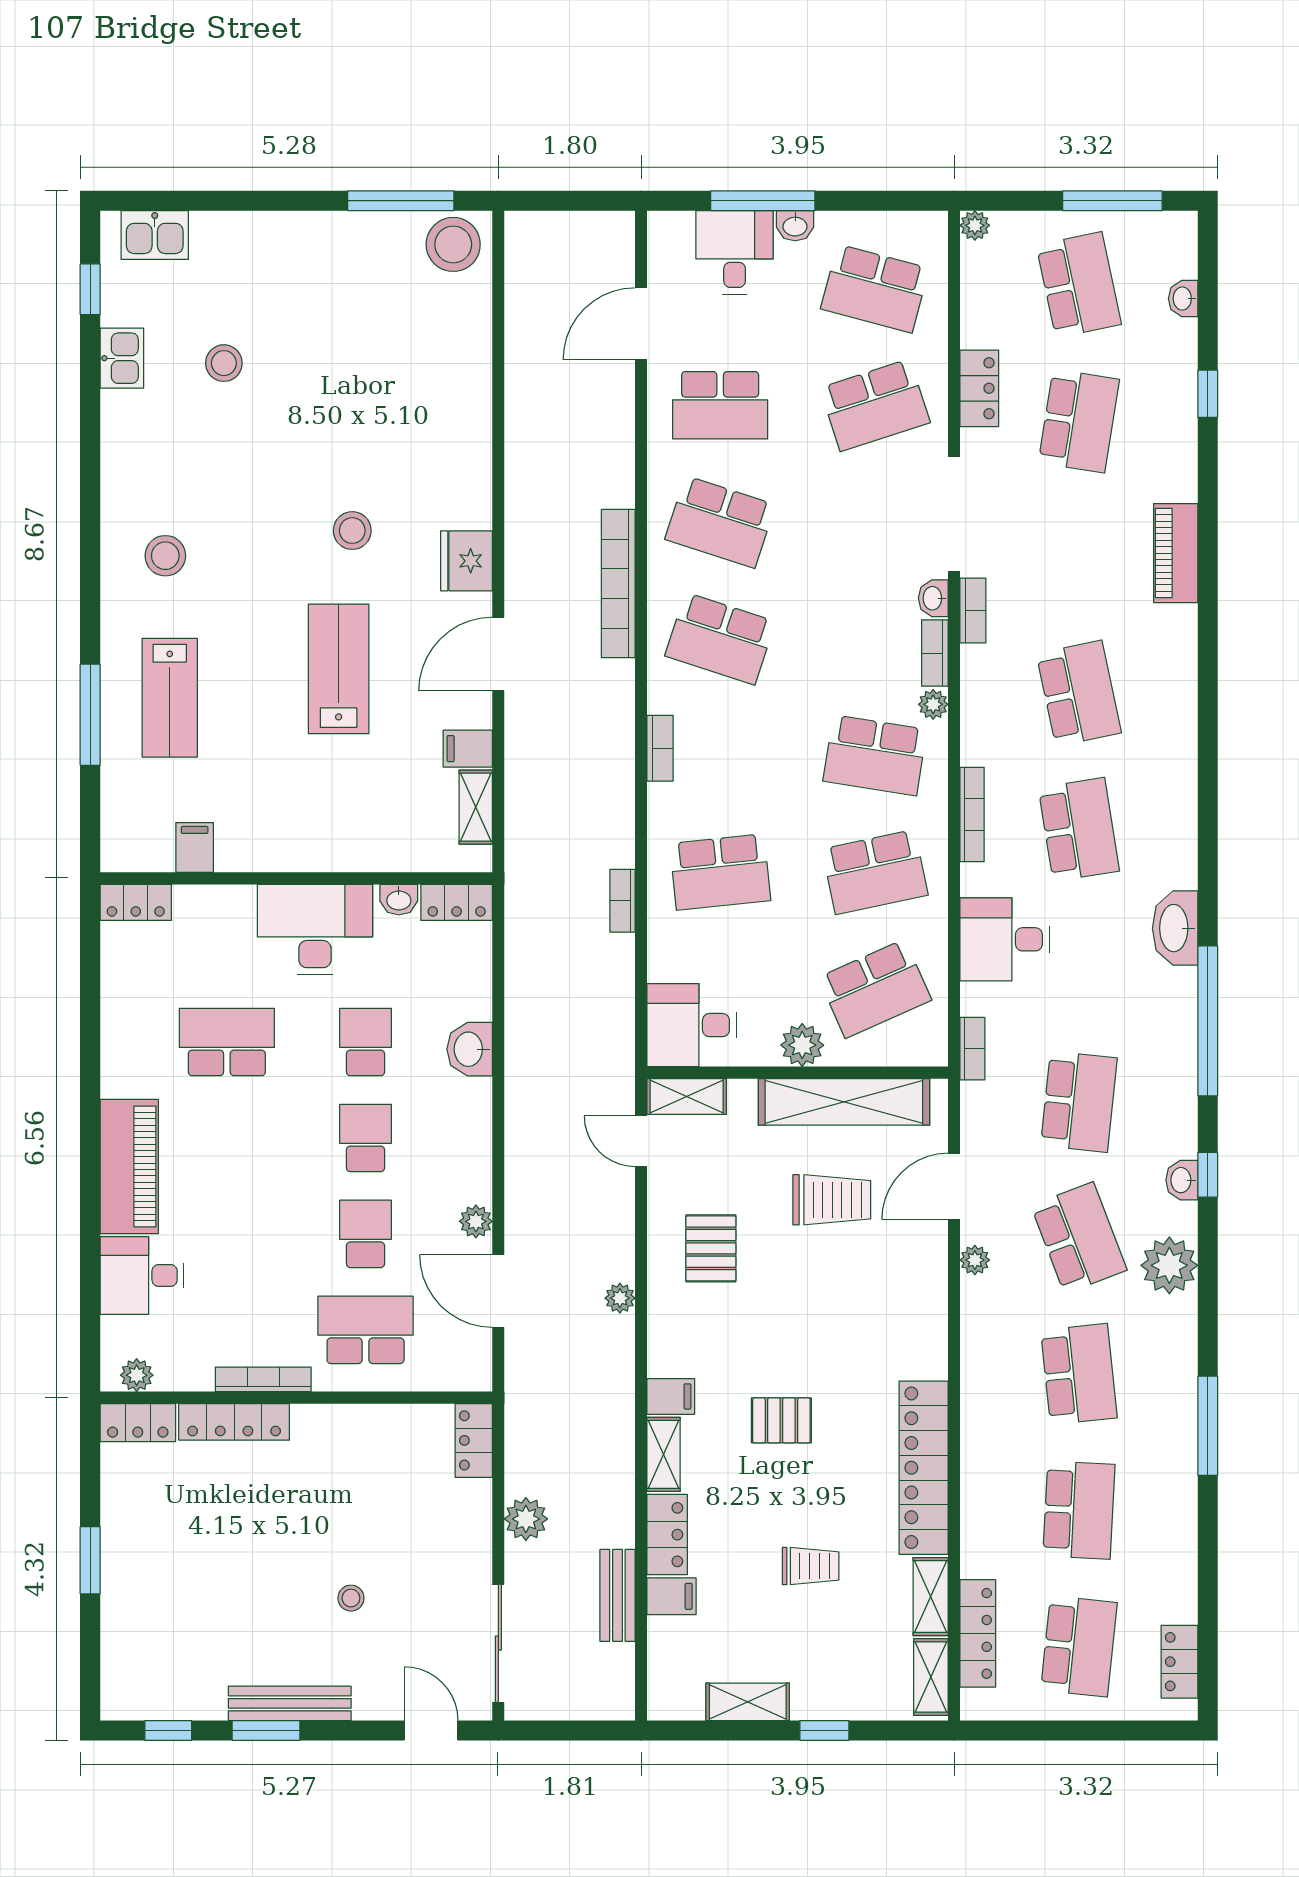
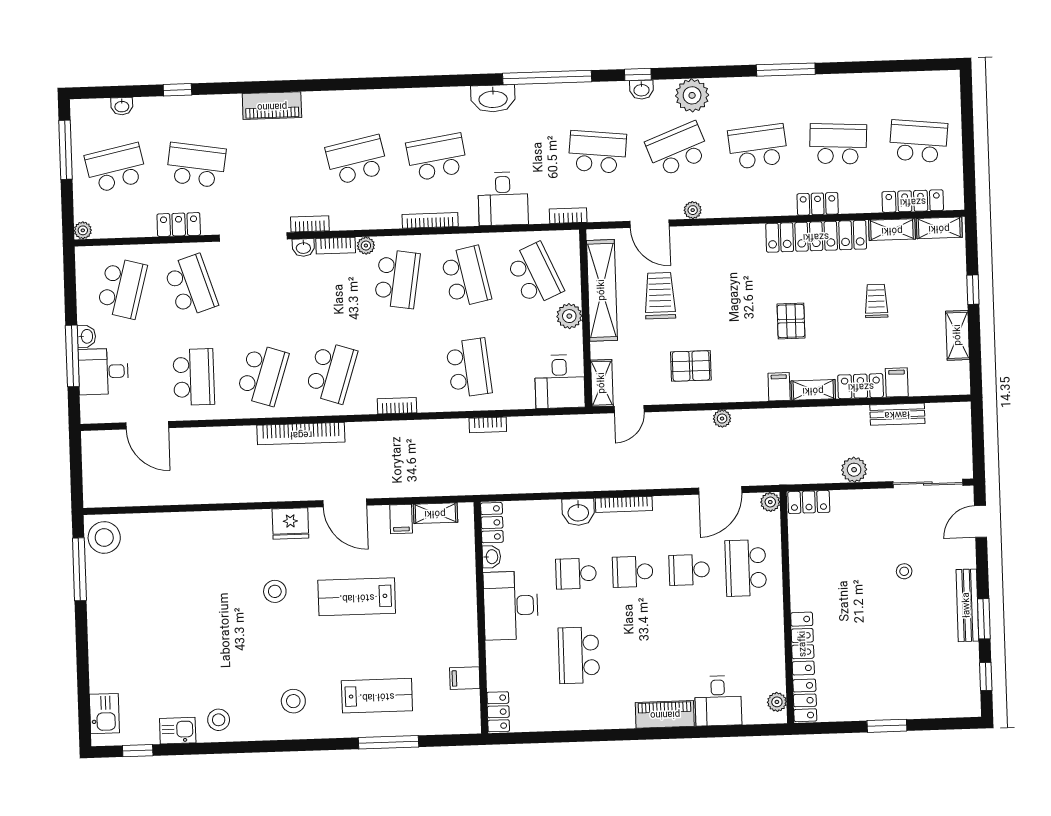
stool: (224, 363) -> (219, 720), moved
piano: (129, 1166) -> (665, 714), width x0.73, depth x0.75
plant: (476, 1221) -> (770, 502), moved
bookcase: (263, 1379) -> (624, 504), moved, turned -90
locker: (1179, 1662) -> (818, 204), moved, turned 180

